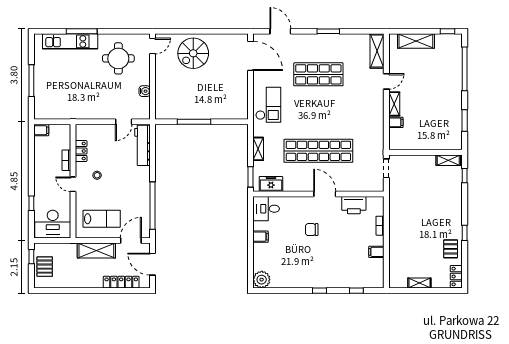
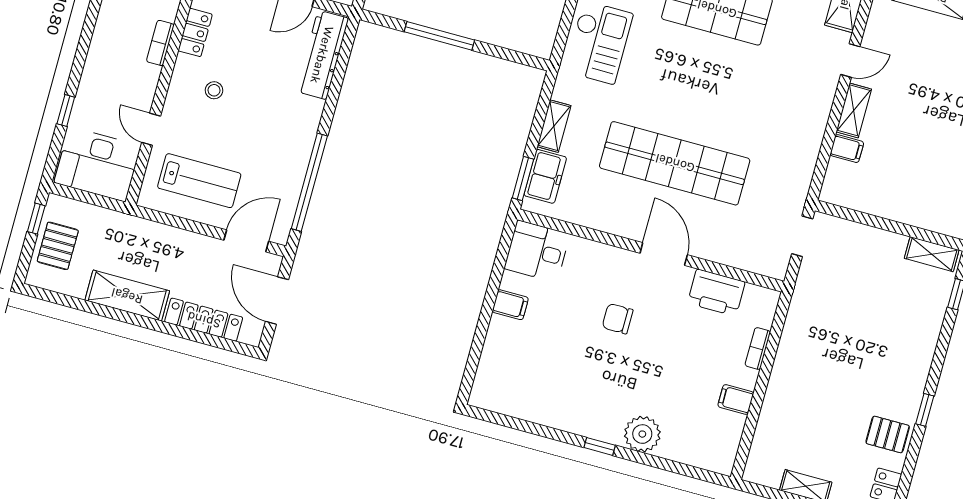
door: (73, 184) -> (151, 129), moved
freezer: (271, 184) -> (545, 176), moved, turned 90
pallet: (451, 249) -> (888, 434), turned 90
shelving: (96, 251) -> (127, 296), moved
plant: (262, 280) -> (642, 434), moved
window: (356, 291) -> (674, 467), removed

